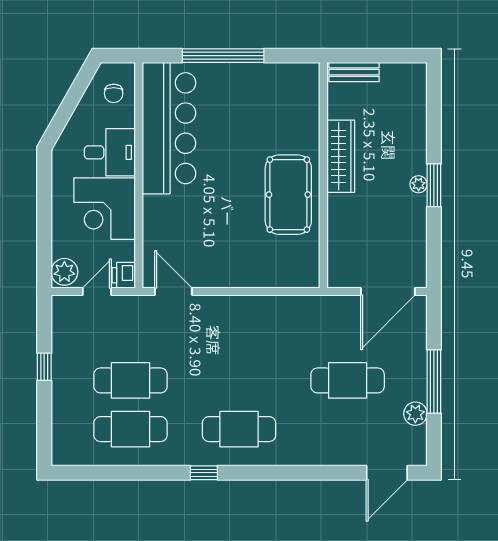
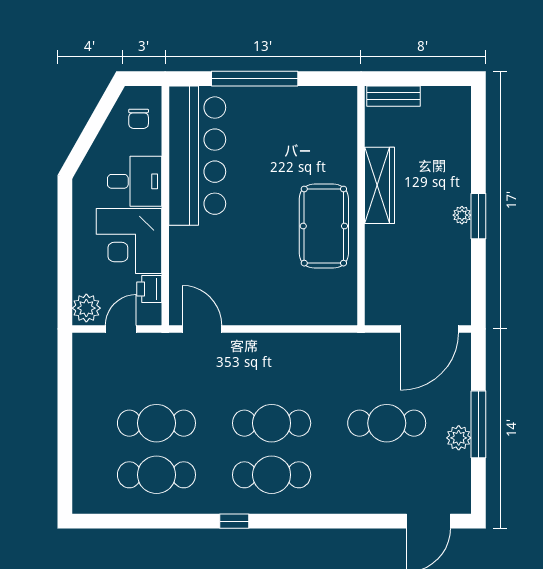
printer: (124, 275) -> (149, 289), moved
window: (44, 367) -> (65, 409), removed
cafe table: (239, 380) -> (272, 423), added
plant: (415, 414) -> (459, 438), moved

